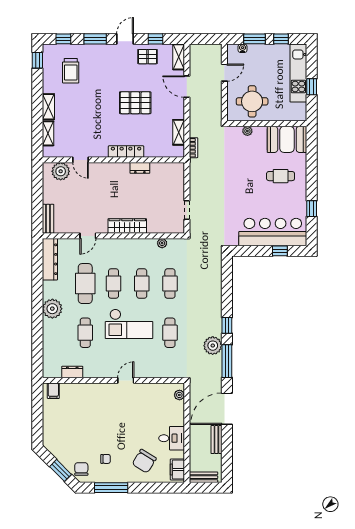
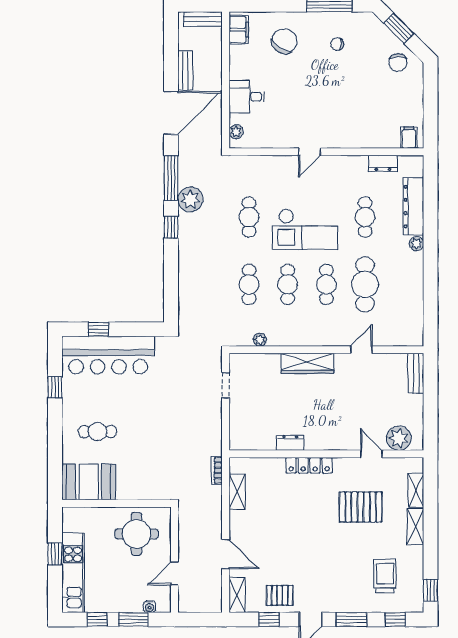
pallet: (135, 103) -> (361, 507), moved
plant: (247, 131) -> (143, 493), removed
dresser: (50, 259) -> (413, 207), moved
plant: (52, 309) -> (416, 244), width x0.53, depth x0.53
checkout: (129, 324) -> (305, 229), turned 180
desk: (172, 438) -> (247, 97), moved
chair: (81, 469) -> (398, 63), moved

